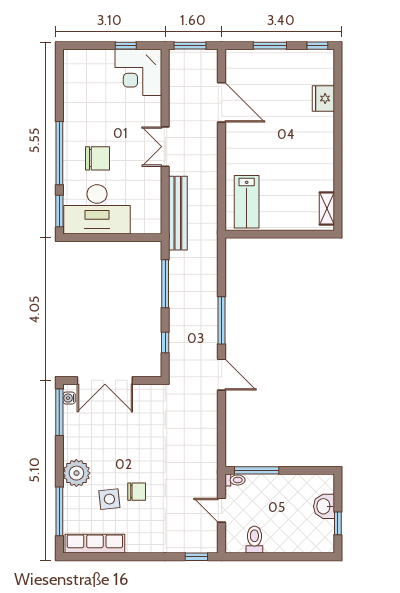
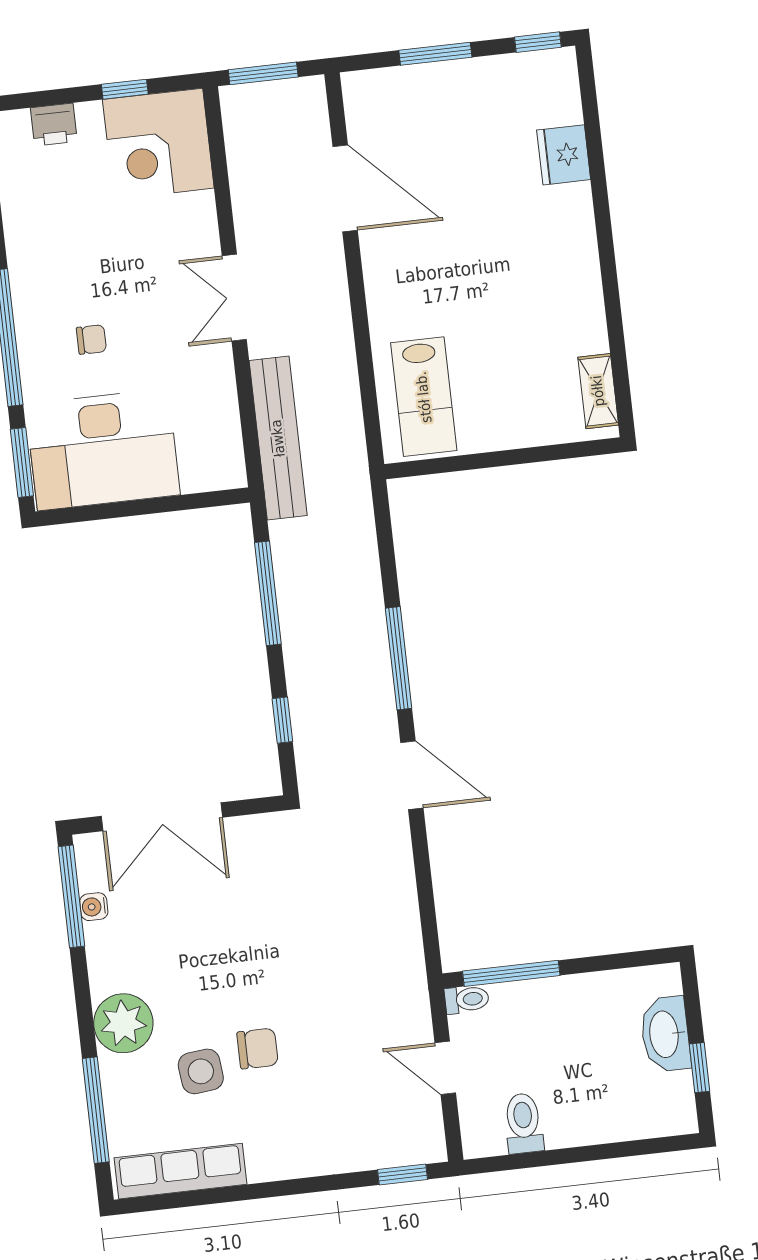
printer: (91, 58) -> (54, 125), added
chair: (98, 158) -> (91, 339), width x0.54, depth x0.54
water cooler: (69, 398) -> (94, 907), moved
washbasin: (324, 506) -> (665, 1034), width x1.38

